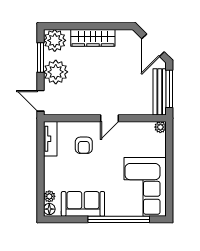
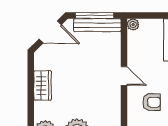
wardrobe: (93, 38) -> (43, 85), width x0.67

